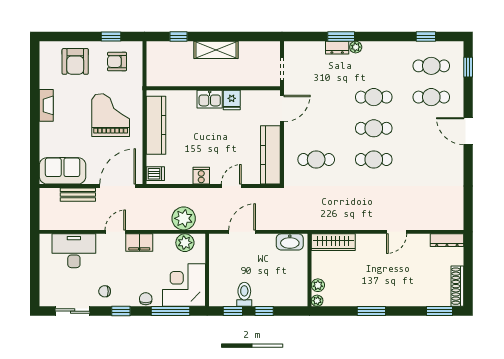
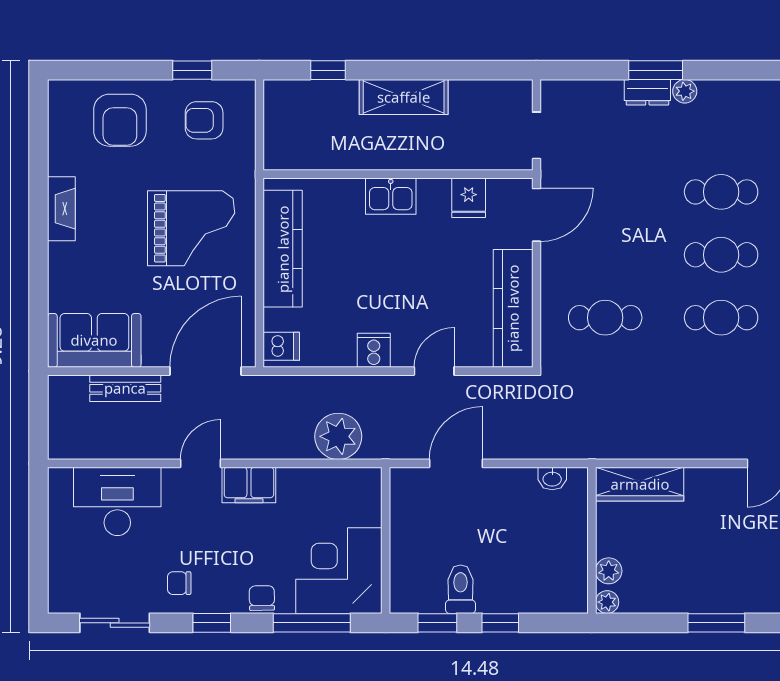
fridge: (232, 100) -> (469, 198), moved
grand piano: (111, 115) -> (191, 228), turned 90
washbasin: (290, 242) -> (552, 478), width x0.52, depth x0.69
plant: (185, 243) -> (341, 485), removed

